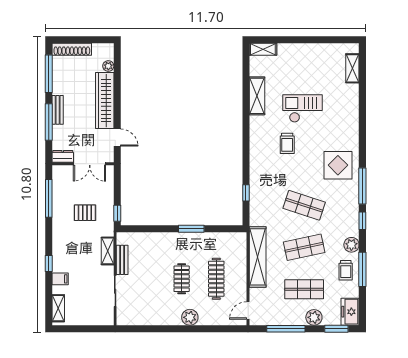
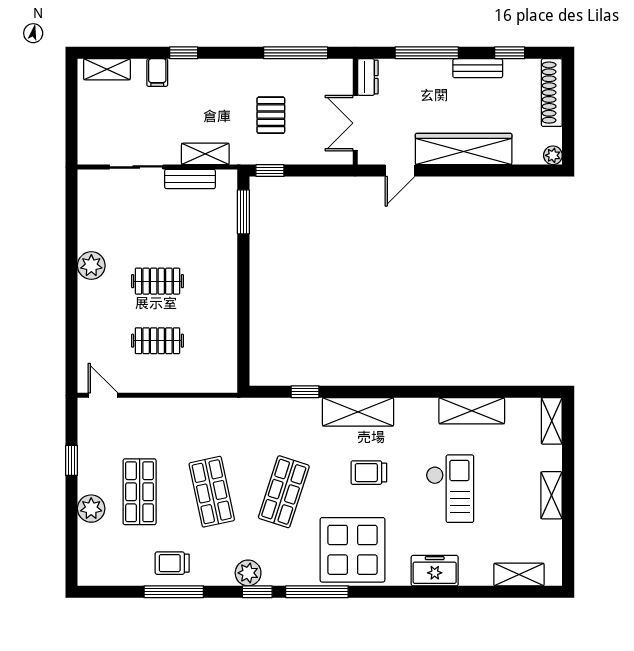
shelving: (306, 49) -> (552, 495), added
plant: (108, 66) -> (553, 155), moved
window: (49, 74) -> (510, 53), width x0.46
bench: (58, 110) -> (478, 68), moved
trolley: (287, 143) -> (369, 473), moved
display table: (338, 165) -> (352, 550), width x1.36, depth x1.36
window: (191, 229) -> (243, 212), moved
plant: (351, 245) -> (248, 573), moved
shelving: (258, 257) -> (358, 412), moved, width x0.68
clothes rail: (216, 279) -> (157, 341), width x0.73
freezer: (350, 312) -> (435, 571), moved
plant: (190, 317) -> (91, 266), moved
window: (286, 329) -> (72, 460), width x0.46
window: (336, 329) -> (72, 547), removed

